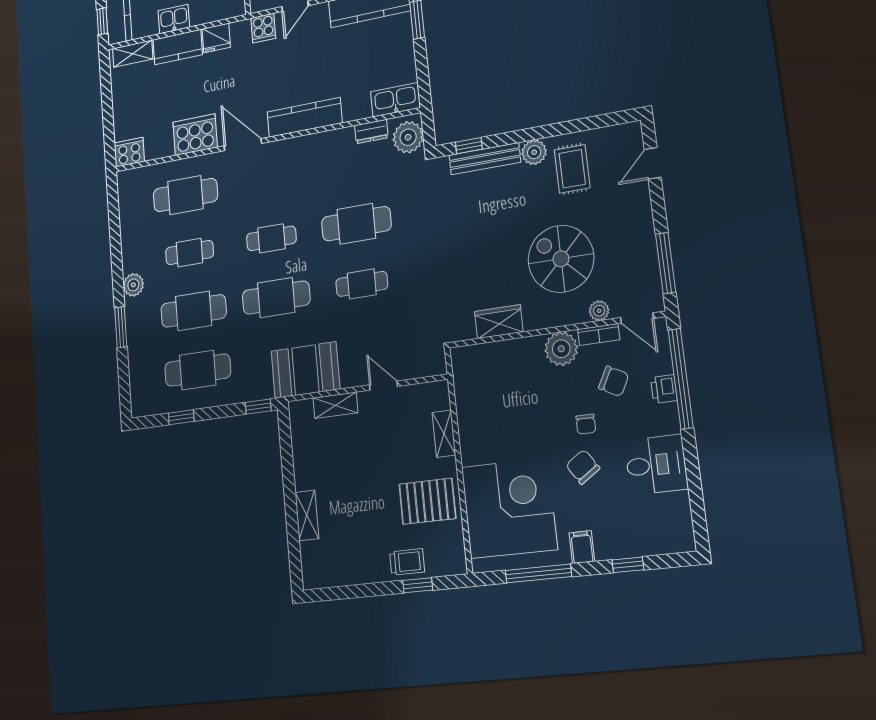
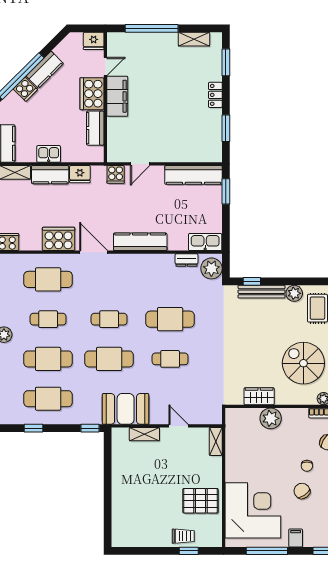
plant: (561, 349) -> (271, 418), moved
shelving: (444, 434) -> (216, 441), moved
shelving: (307, 515) -> (118, 501), removed

